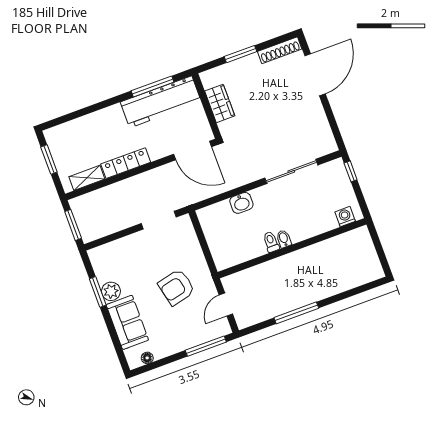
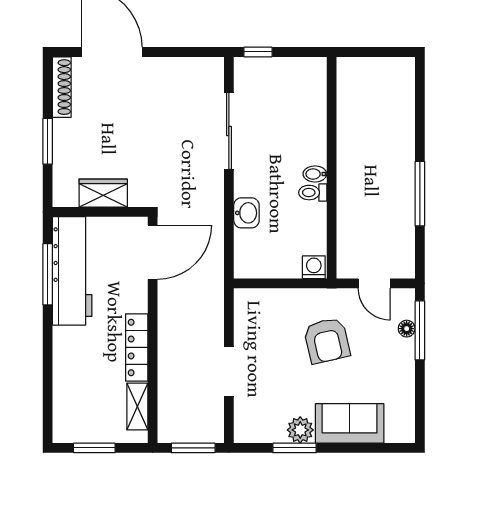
washing machine: (345, 217) -> (314, 267), moved, turned 90
doorway: (159, 220) -> (229, 371), moved
floor lamp: (147, 358) -> (407, 329), moved

